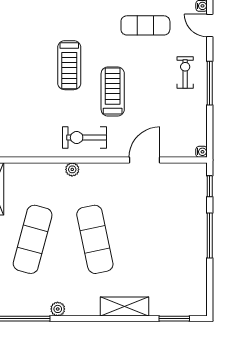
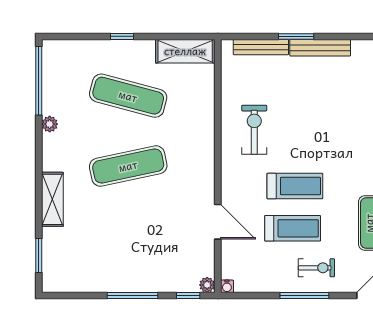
treadmill: (69, 65) -> (293, 228), moved, turned 180
exercise bike: (84, 137) -> (254, 130), moved
plant: (72, 169) -> (207, 285), moved

